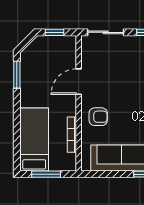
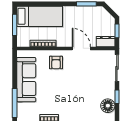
dresser: (69, 48) -> (106, 42), added

